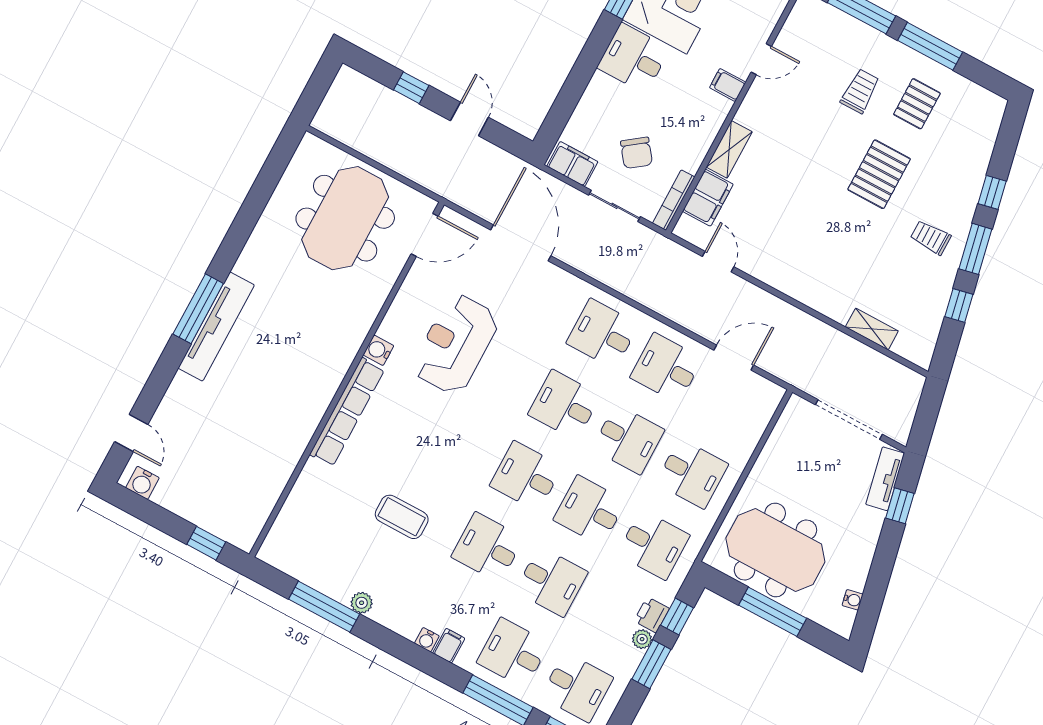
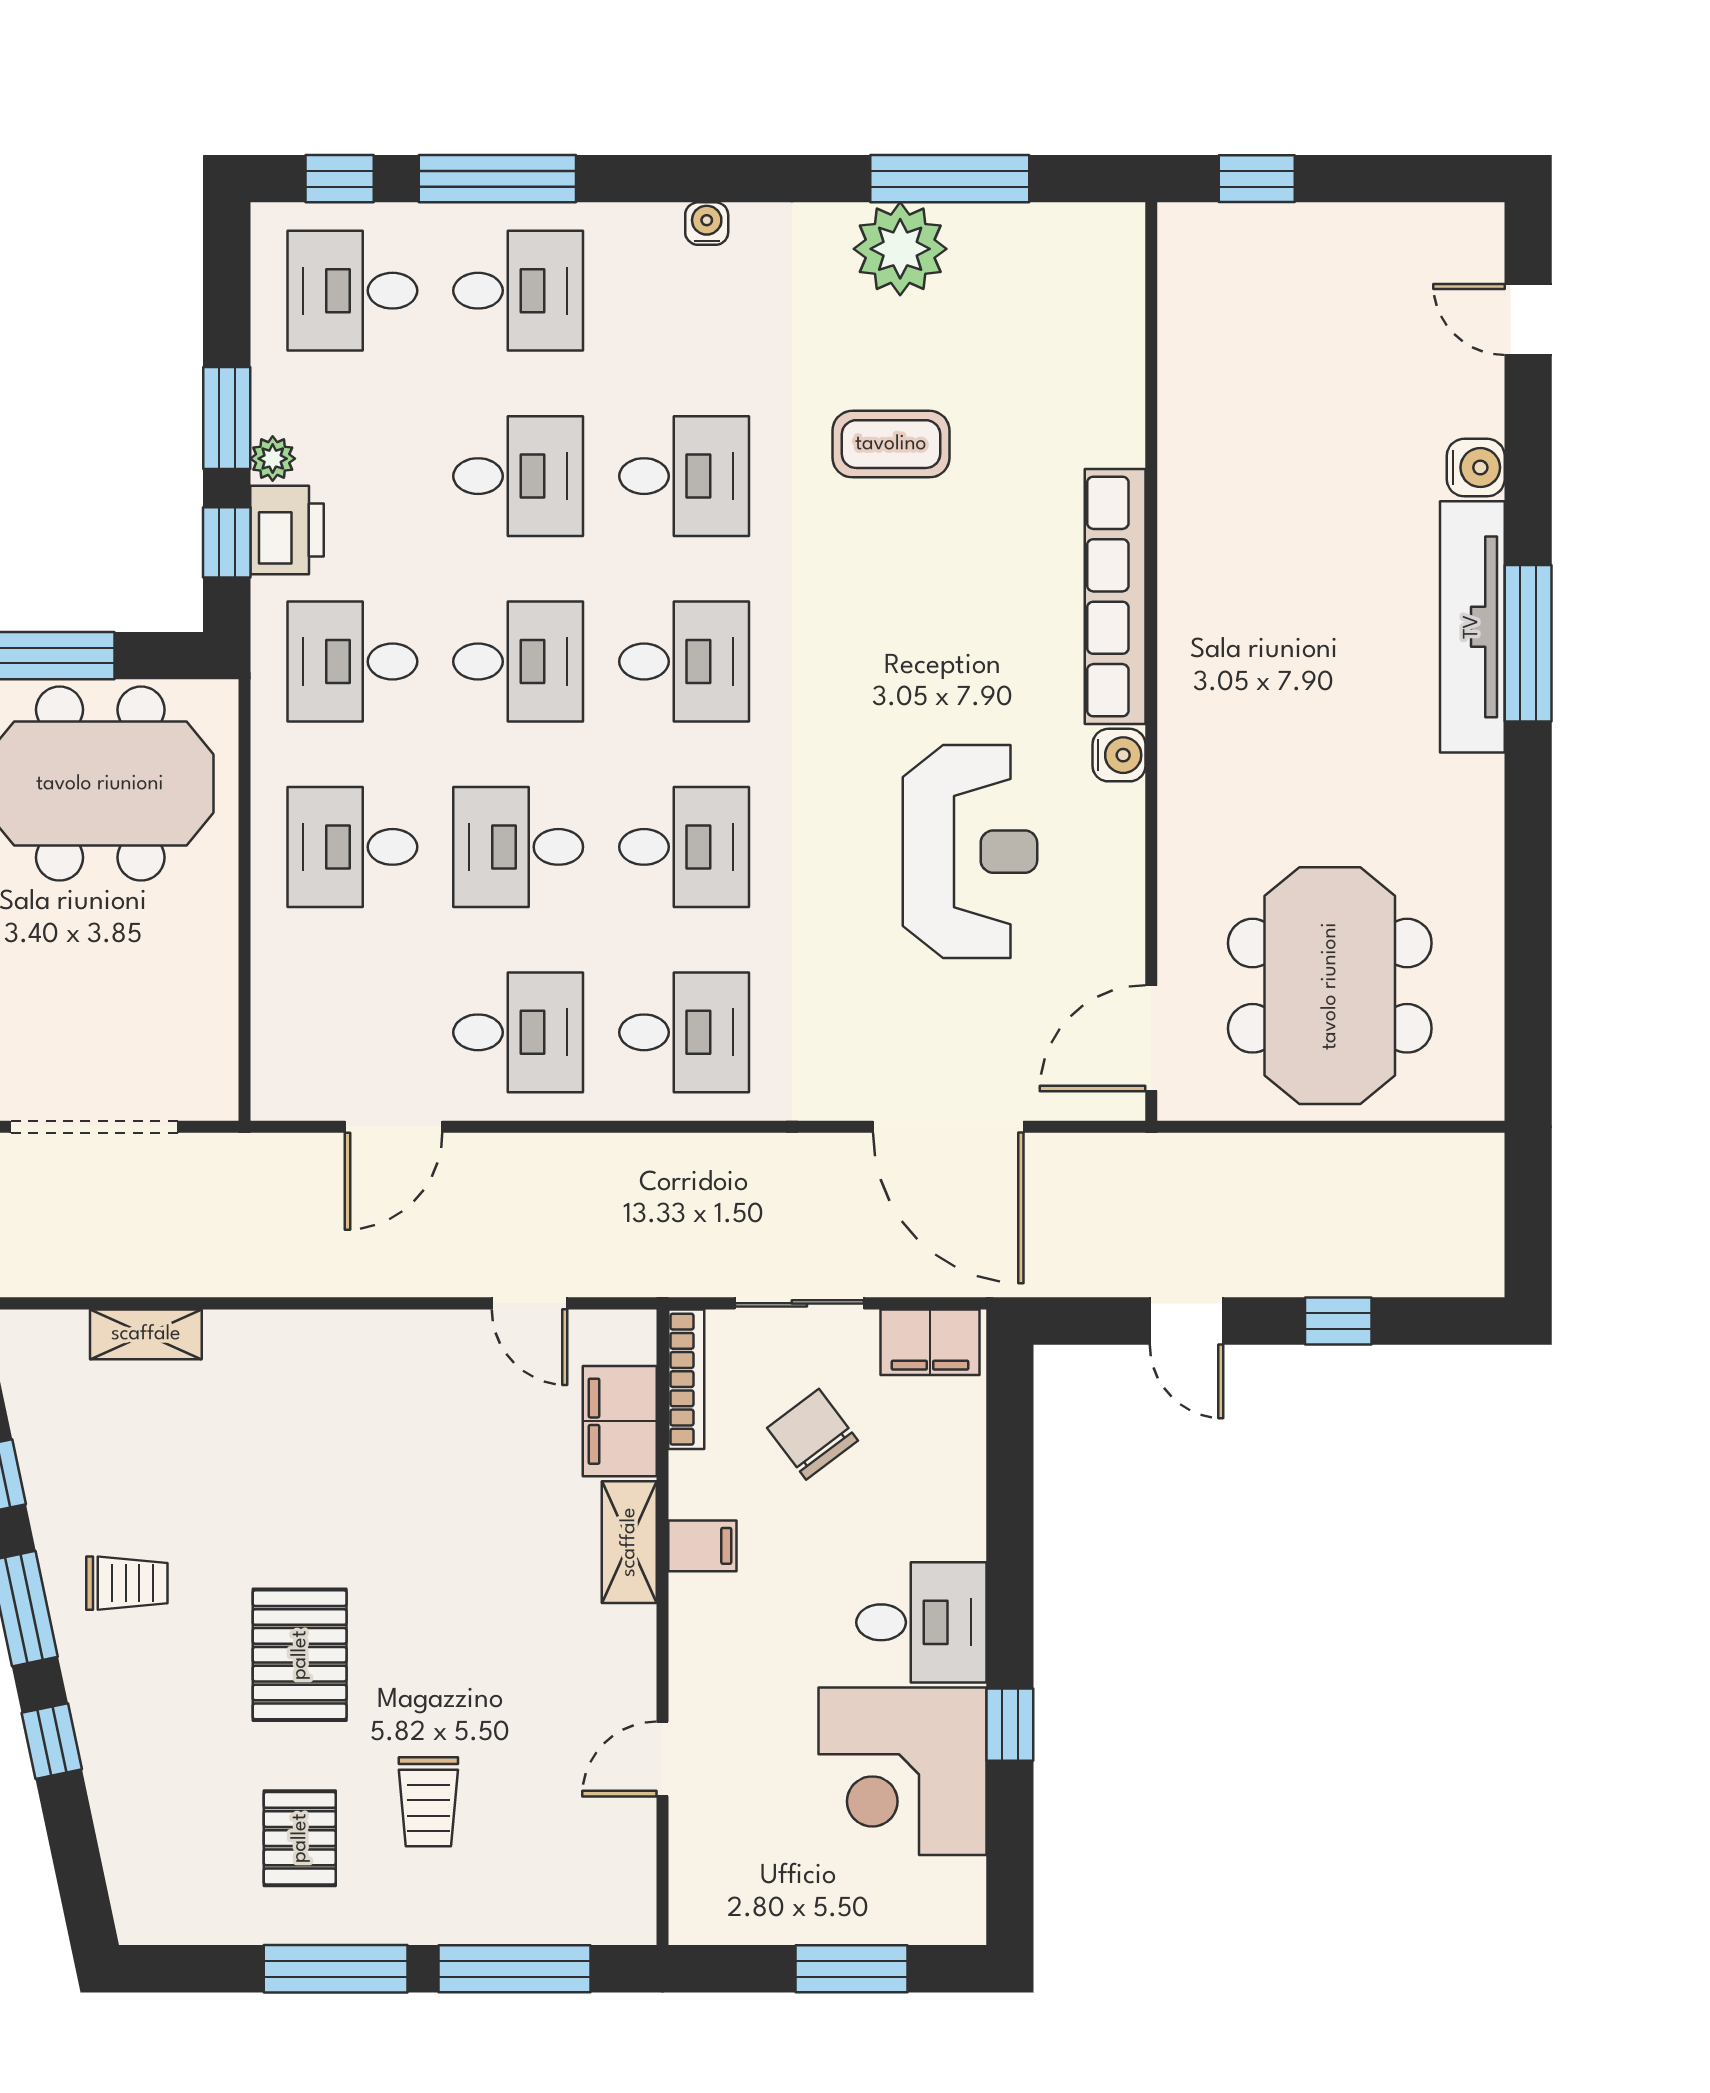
filing cabinet: (728, 85) -> (702, 1546), moved
water cooler: (142, 483) -> (1476, 468), moved, turned 90
desk: (551, 582) -> (518, 476), turned 180
plant: (362, 603) -> (900, 249), width x1.87, depth x1.87
printer: (652, 615) -> (287, 530), width x1.36, depth x1.24
filing cabinet: (449, 646) -> (656, 235), removed

